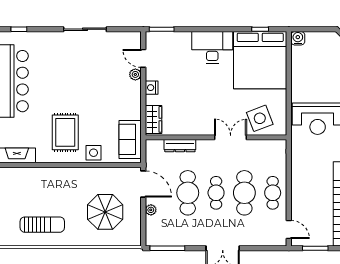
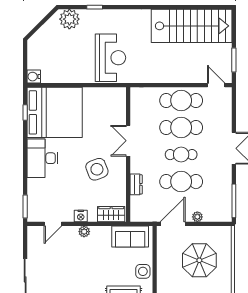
plant: (135, 74) -> (84, 232), moved
side table: (260, 118) -> (97, 169), moved
dresser: (180, 146) -> (136, 184), width x0.70
cafe table: (273, 193) -> (181, 101), width x1.37, depth x1.35
door: (289, 229) -> (216, 85), hinge flipped

